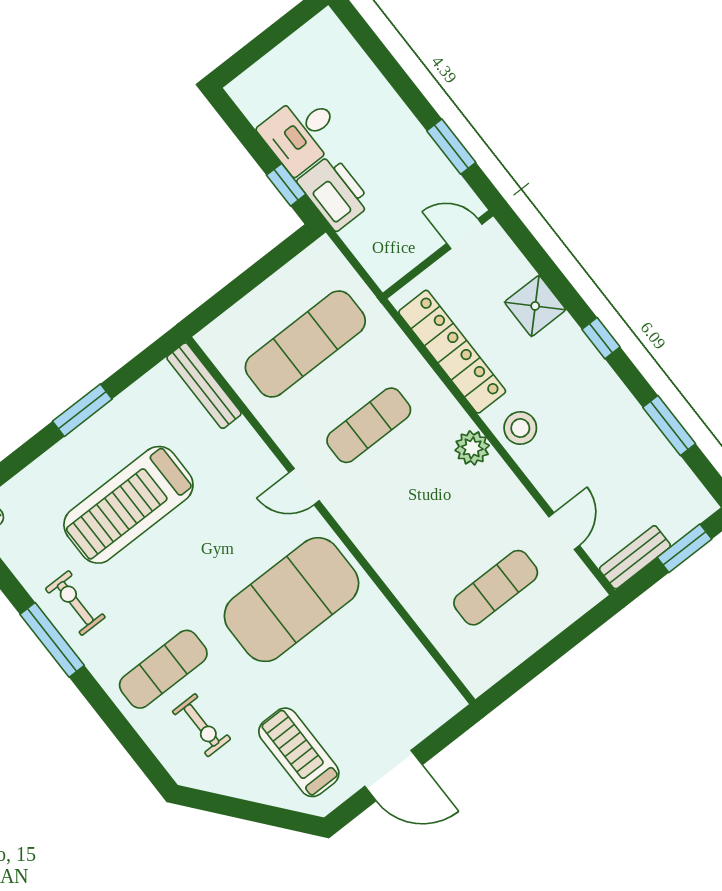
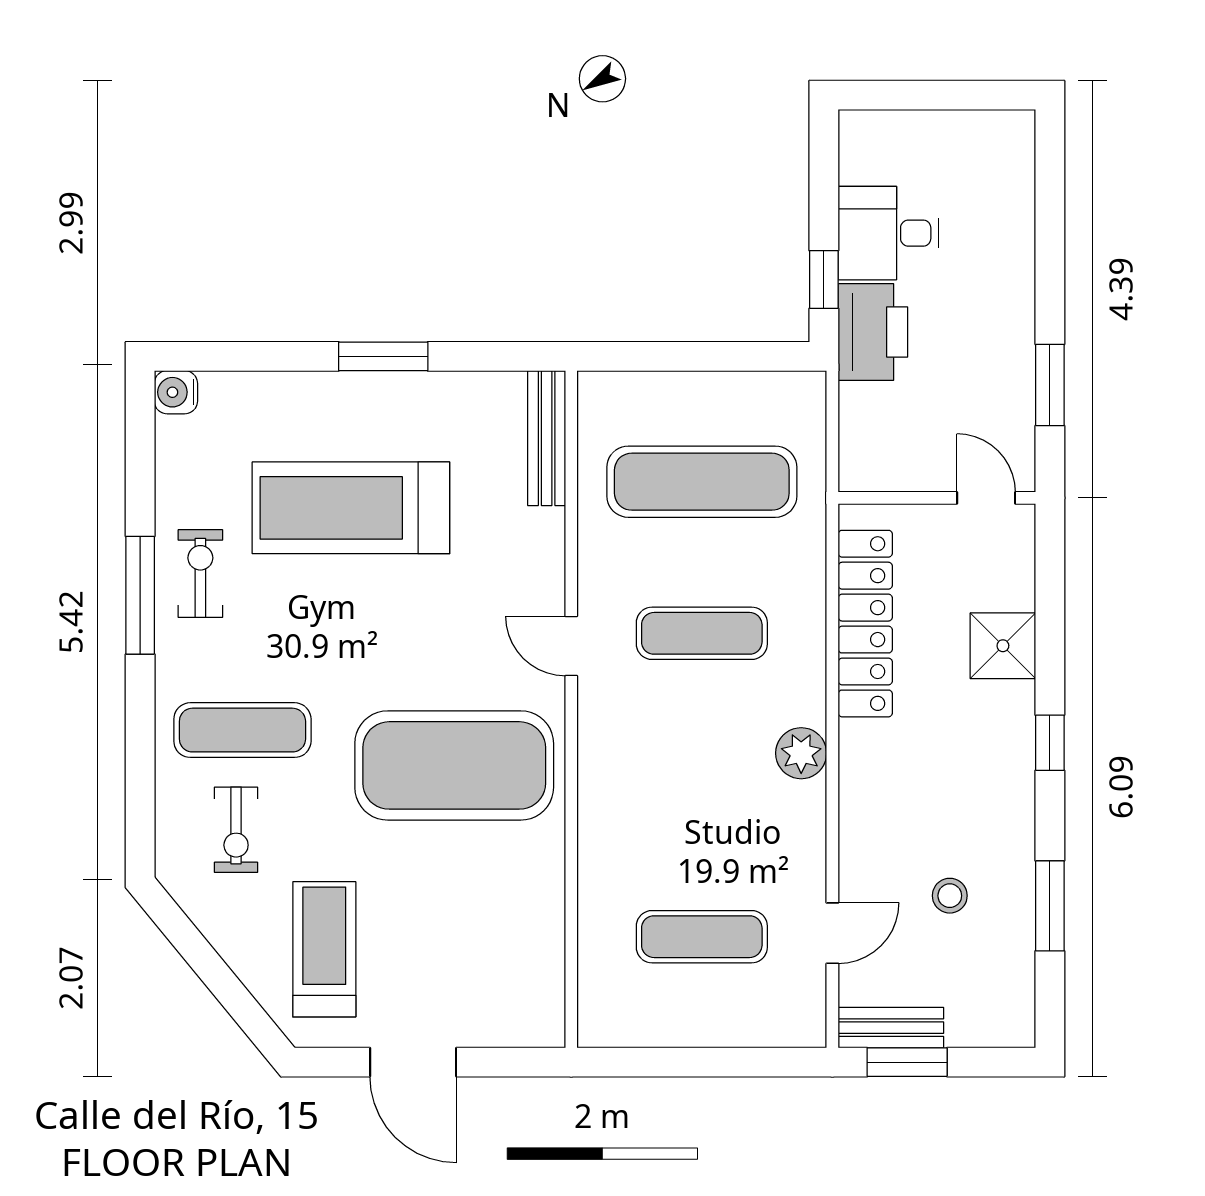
stool: (520, 428) -> (950, 896), moved, width x0.73, depth x0.73
window: (684, 548) -> (907, 1062), moved

